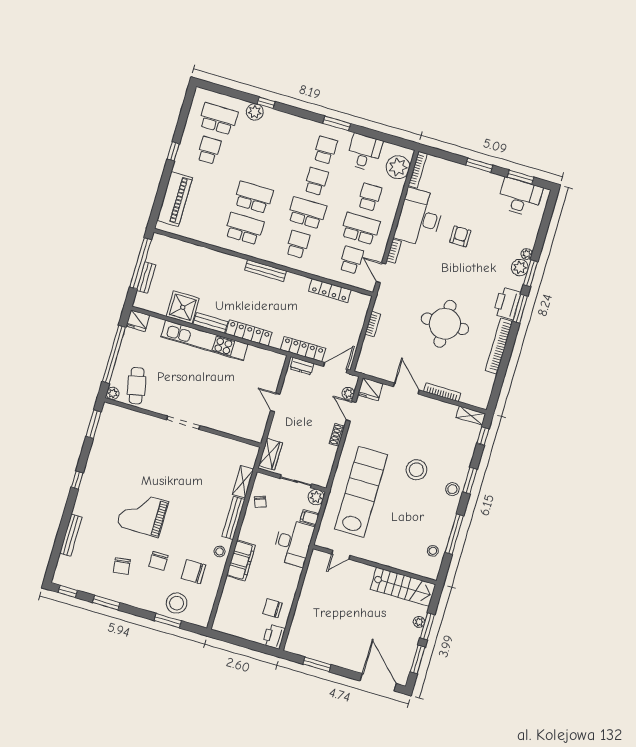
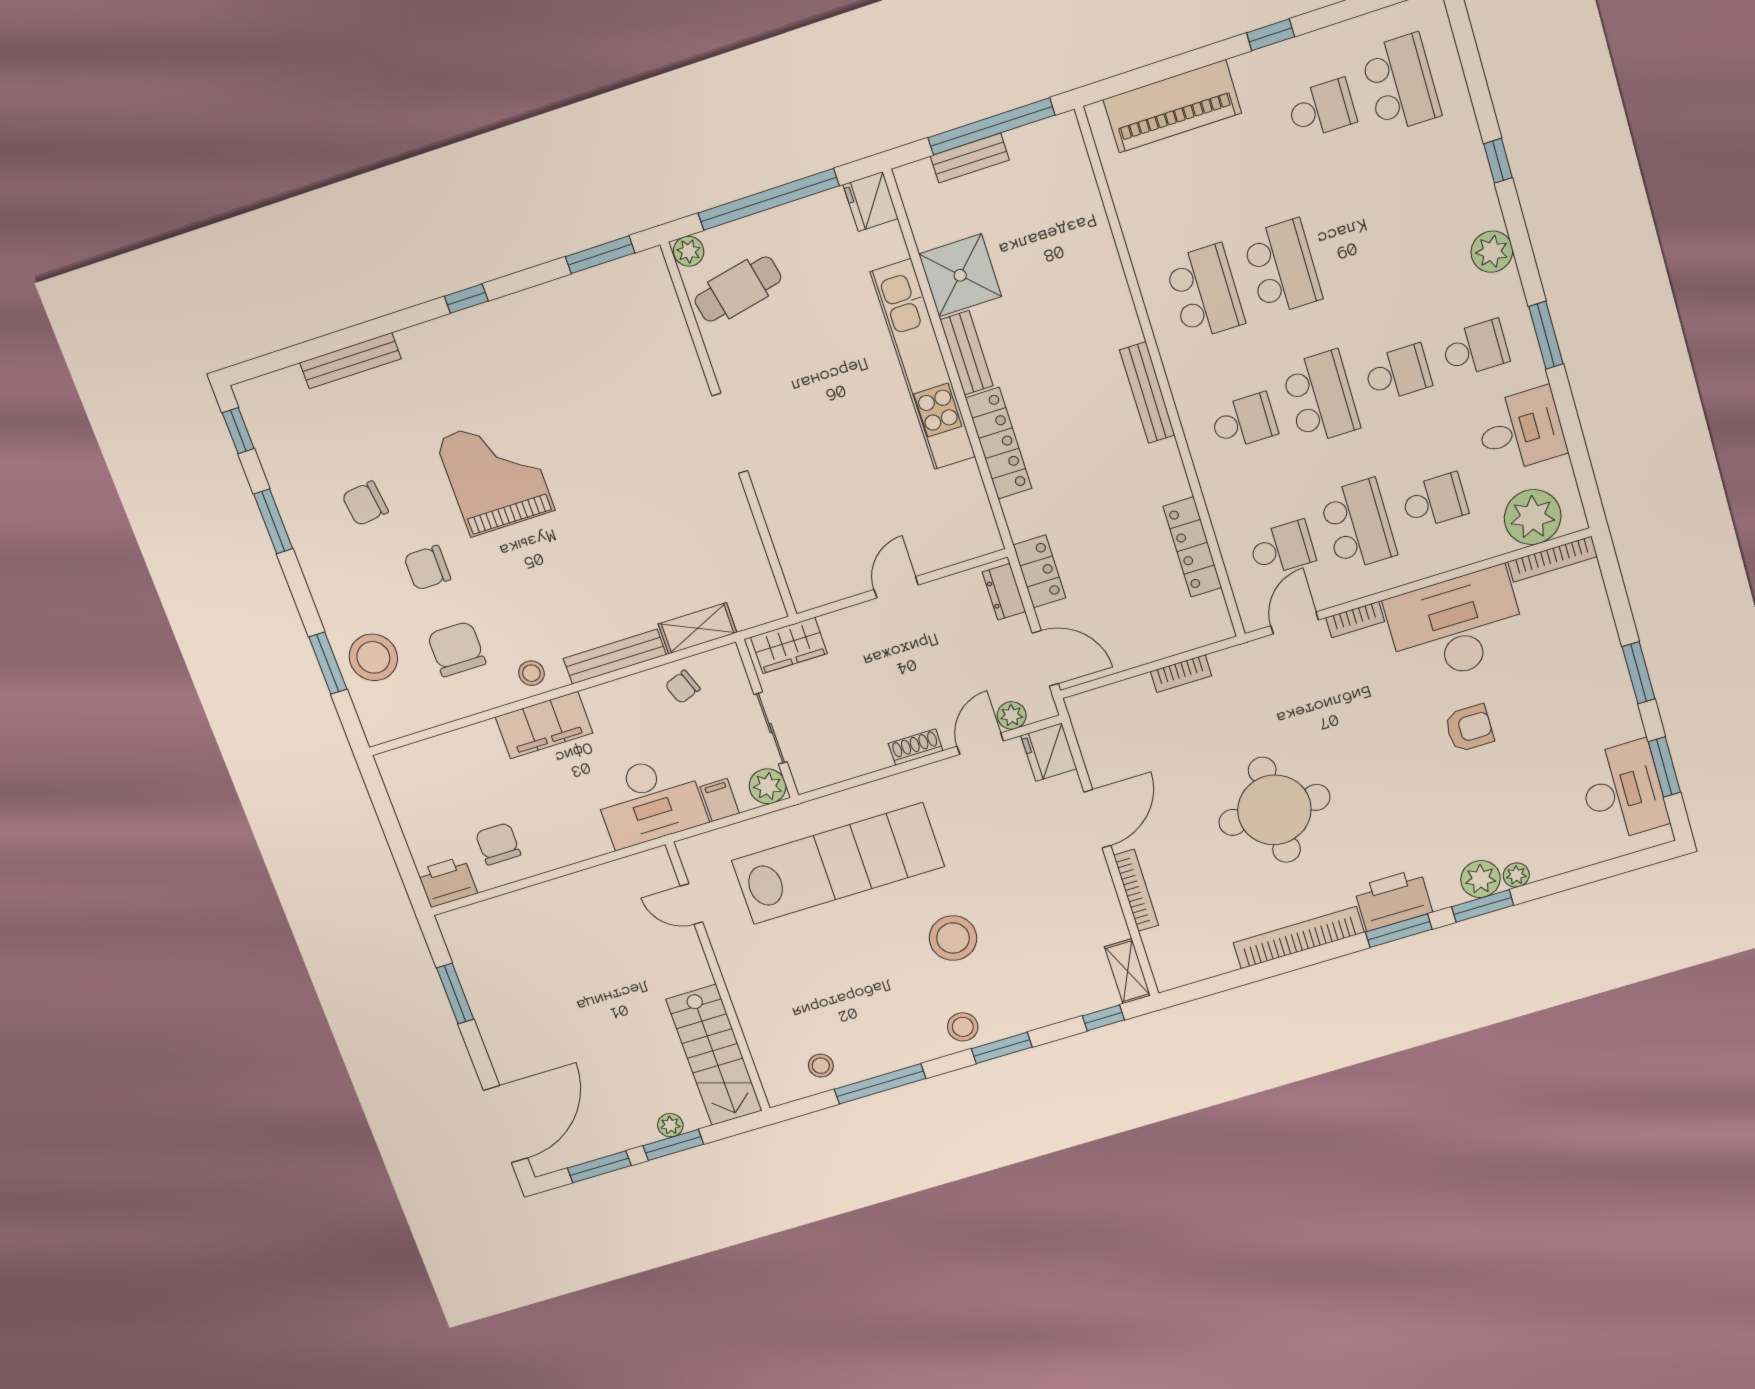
plant: (255, 112) -> (1492, 252), moved
locker: (303, 349) -> (1039, 571), width x0.66

